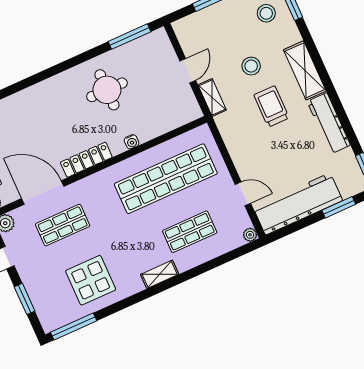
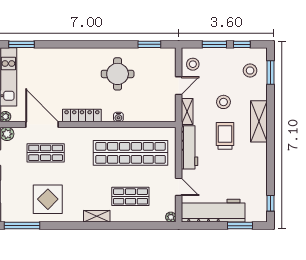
window: (129, 37) -> (149, 44), width x0.69
stool: (193, 37) -> (193, 64), added
workbench: (329, 123) -> (189, 147), moved, turned 180

